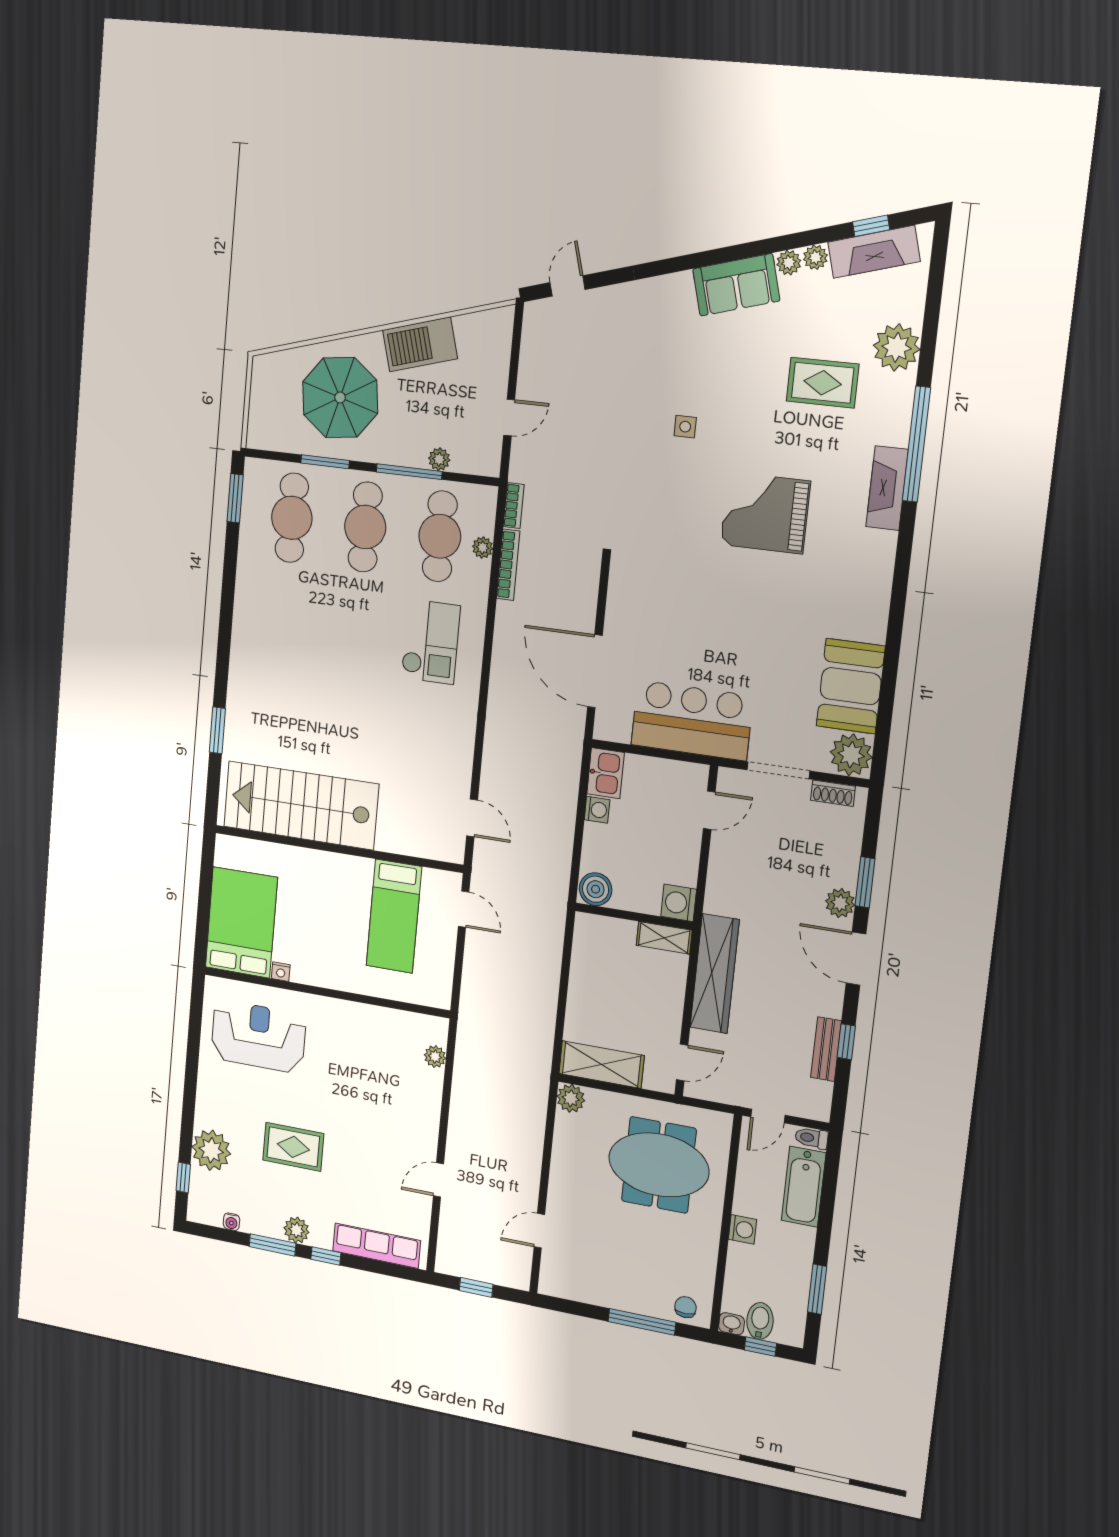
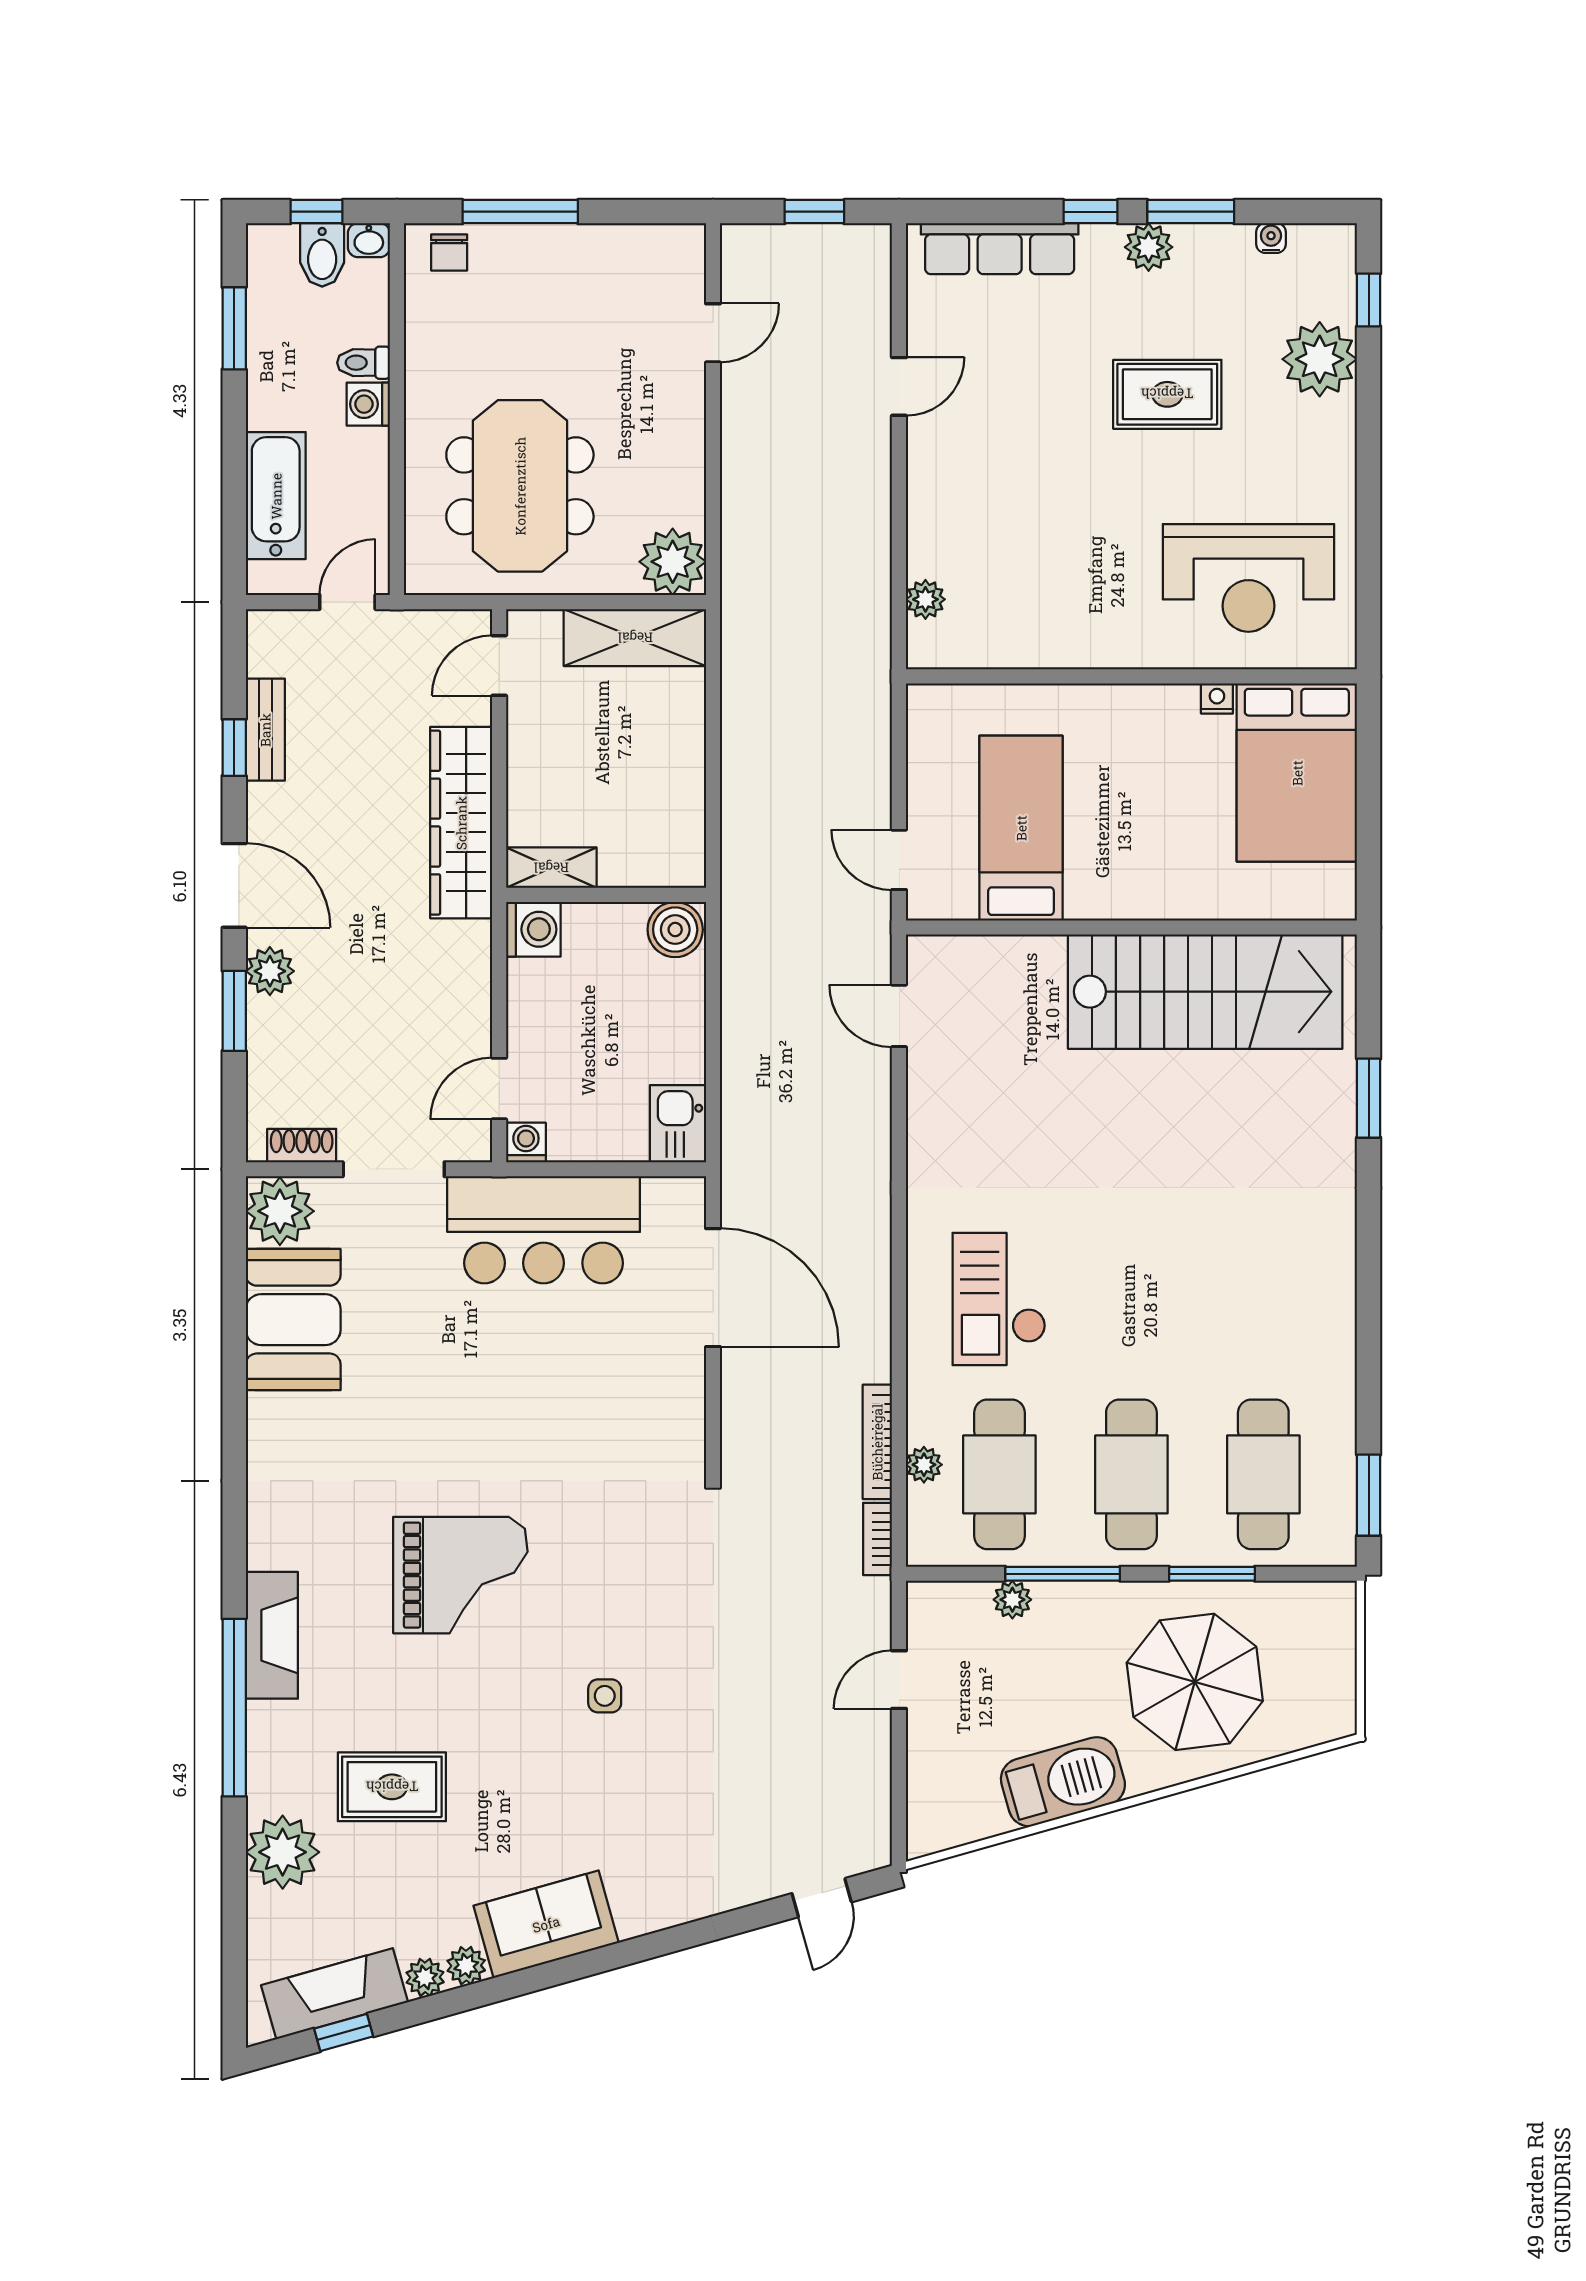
washing machine: (597, 810) -> (526, 1142), moved, turned 90
plant: (571, 1098) -> (673, 562), width x1.36, depth x1.36
toilet: (812, 1138) -> (364, 363), moved, turned 180
meeting table: (659, 1165) -> (520, 486), turned 90

